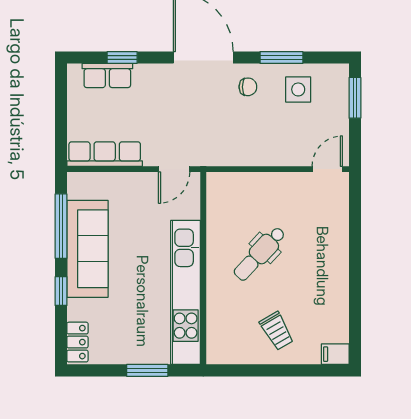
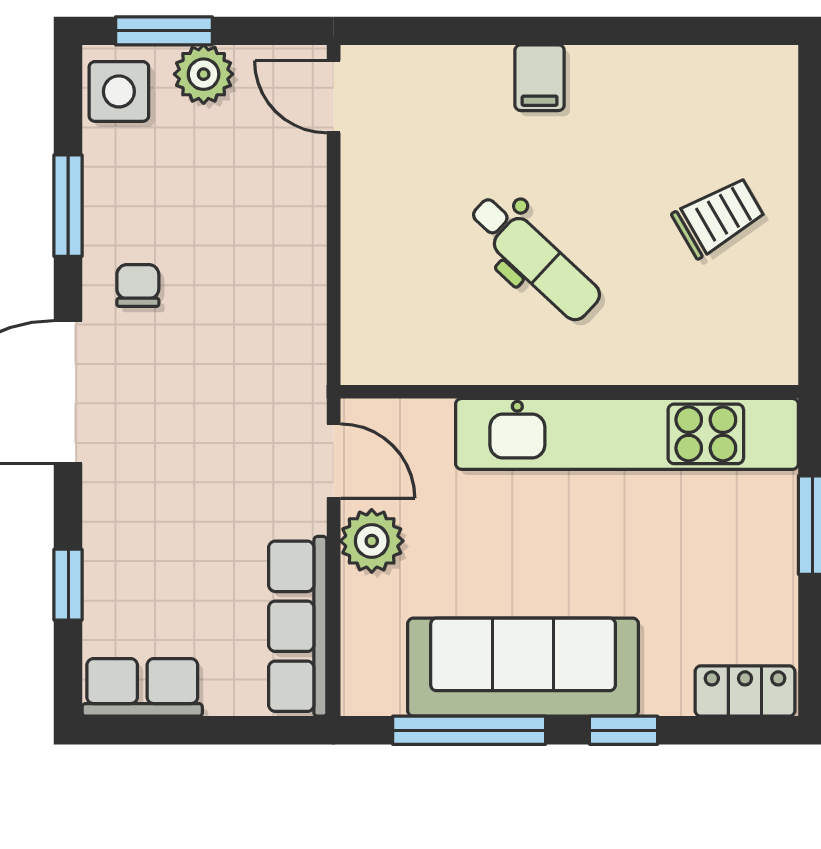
row of seats: (107, 76) -> (142, 687), moved, turned -90
side table: (298, 89) -> (119, 91), moved
plant: (337, 114) -> (204, 74), added
plant: (141, 185) -> (372, 541), added
filing cabinet: (335, 354) -> (540, 78), moved

